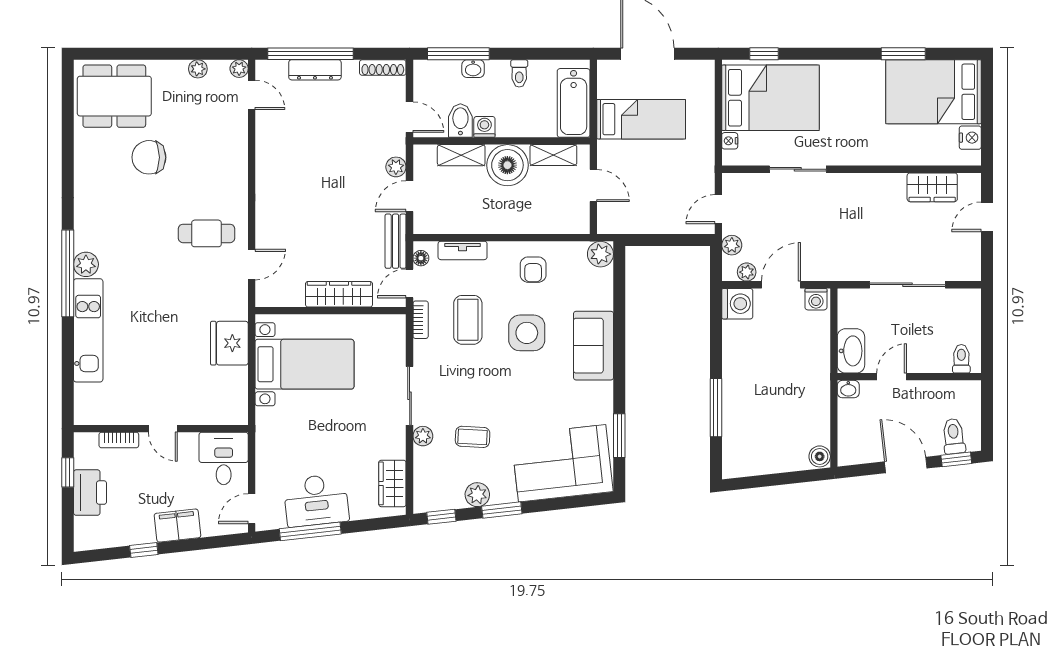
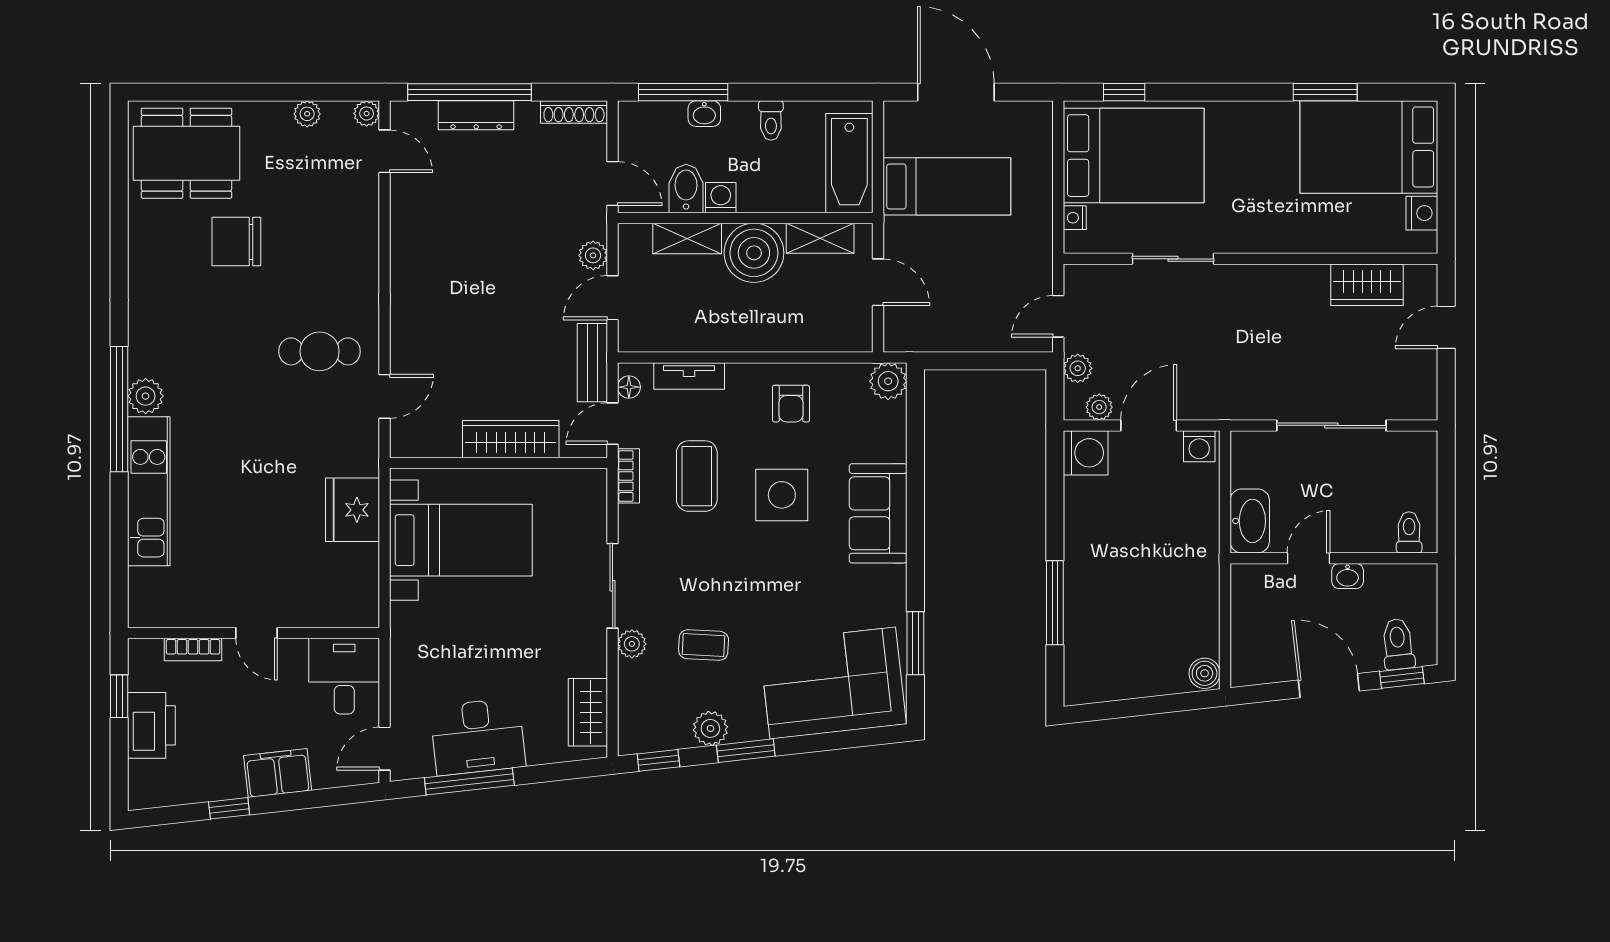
washbasin: (848, 389) -> (1348, 576), moved

